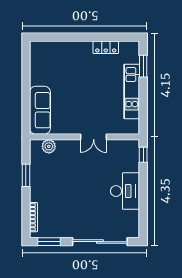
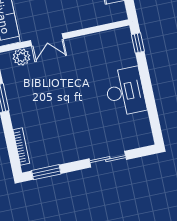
double door: (94, 137) -> (47, 40), moved
sliding door: (100, 242) -> (108, 159), width x0.54

